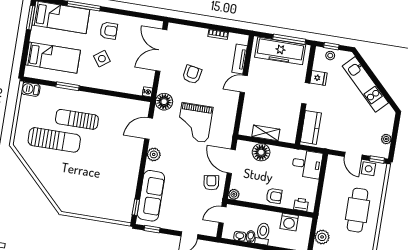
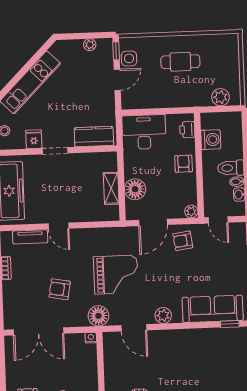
desk: (307, 164) -> (144, 132), width x1.37
cafe table: (358, 210) -> (180, 62), width x0.73, depth x0.74

